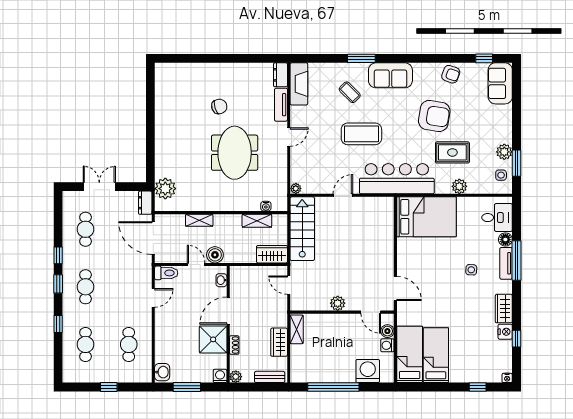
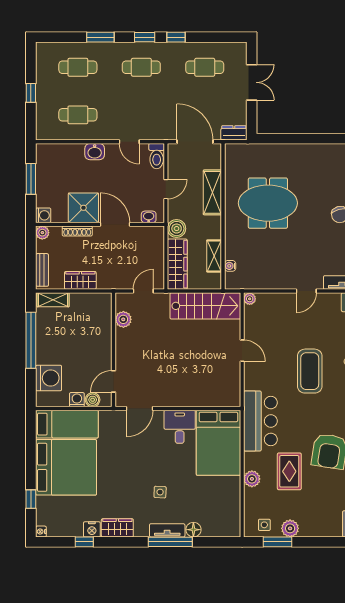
door: (289, 137) -> (306, 291), hinge flipped
meeting table: (235, 153) -> (268, 203), moved
bar counter: (397, 179) -> (260, 421), width x0.73
plant: (165, 189) -> (250, 155), removed
desk: (497, 218) -> (180, 427), moved, turned 180
shelving: (199, 220) -> (212, 192), width x1.50, depth x1.33
door: (153, 238) -> (195, 142), hinge flipped
wardrobe: (272, 254) -> (177, 264), width x1.50
boiler: (215, 255) -> (177, 229), moved
plant: (338, 303) -> (123, 319), moved
window: (58, 324) -> (100, 37), width x1.50
shelving: (297, 329) -> (53, 300), moved
shoe rack: (234, 345) -> (77, 231), width x1.43
bed: (436, 355) -> (66, 467), width x2.04
washbasin: (162, 372) -> (95, 152), moved

